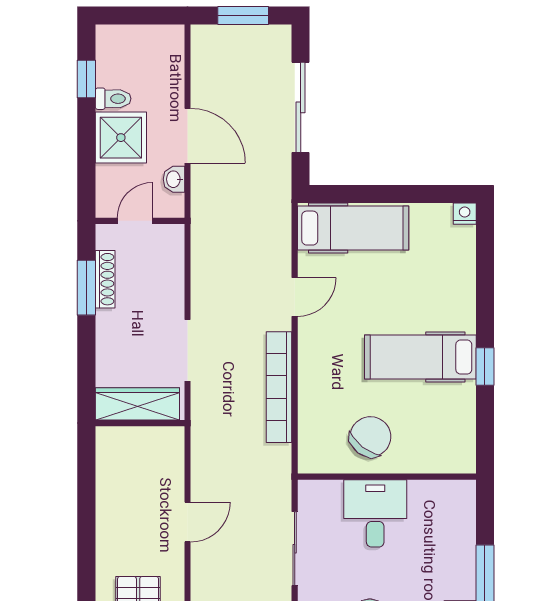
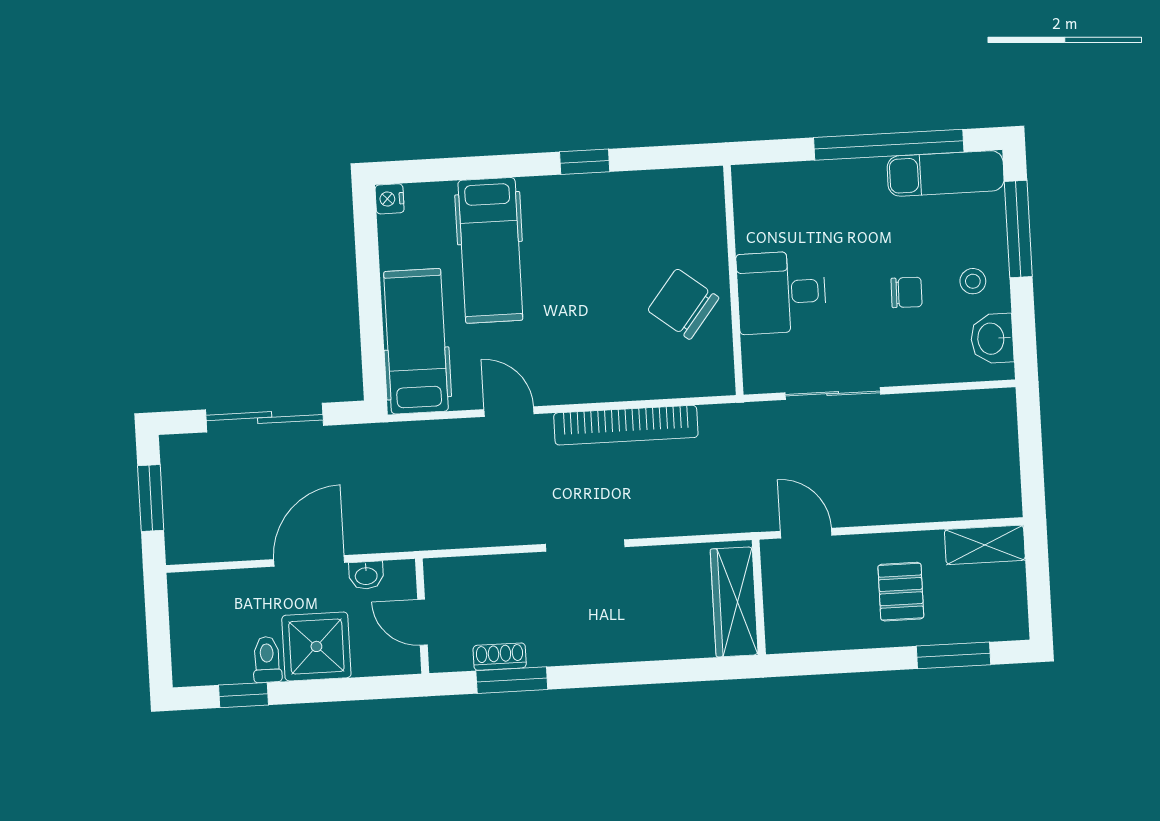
shoe rack: (105, 279) -> (500, 657), width x0.70
hospital bed: (420, 357) -> (490, 250), moved
wardrobe: (137, 404) -> (734, 602), moved
wall: (140, 423) -> (759, 597), moved

